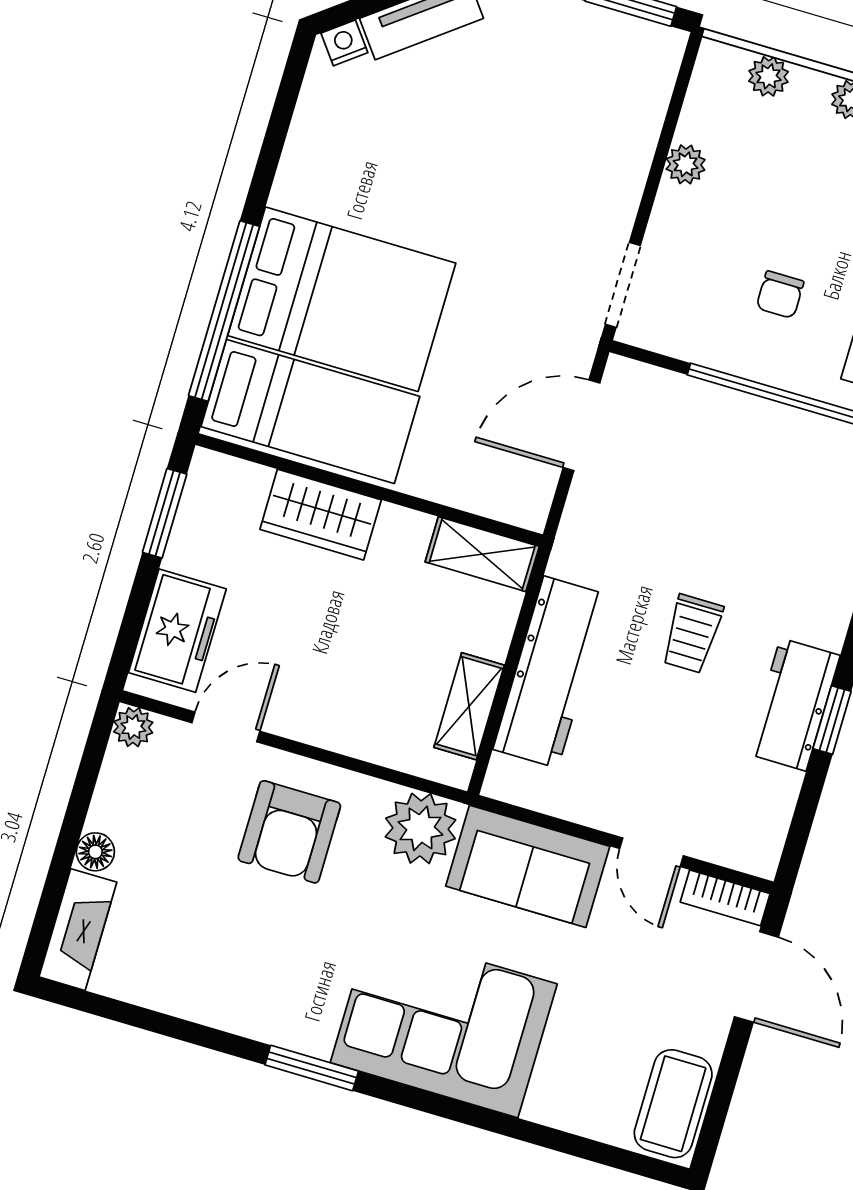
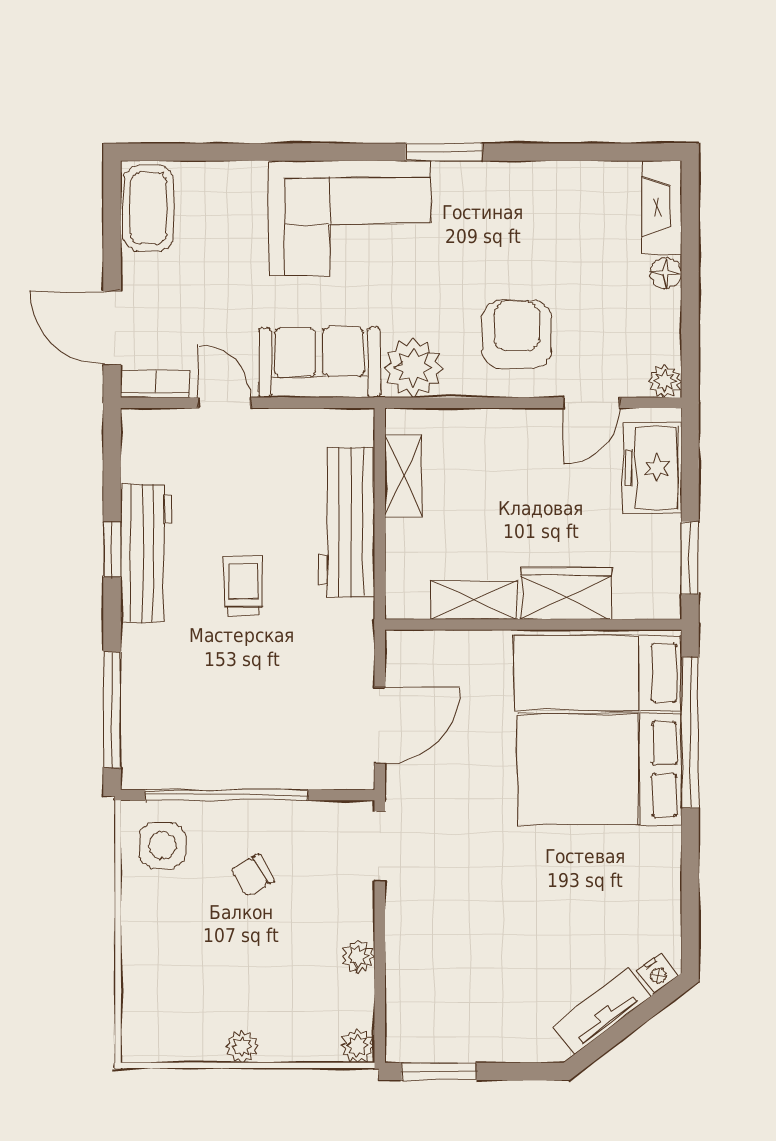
plant: (769, 76) -> (358, 1046), moved
chair: (780, 295) -> (253, 875), turned -120
shelving: (482, 554) -> (474, 600), moved
workbench: (793, 704) -> (146, 553), width x1.37

